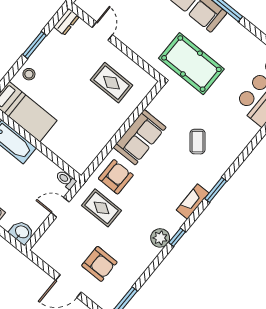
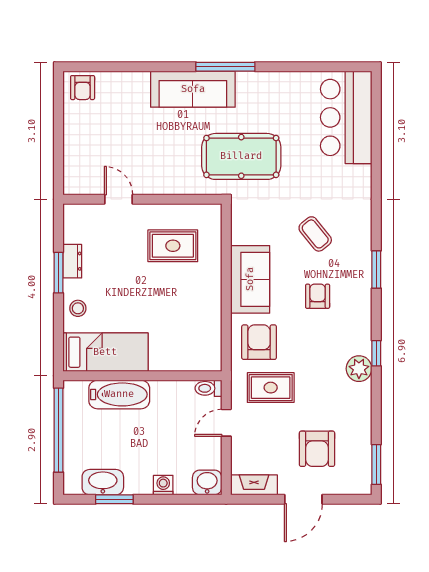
dresser: (66, 22) -> (72, 261), moved
armchair: (170, 178) -> (318, 296), added
fireplace: (193, 201) -> (254, 485), moved, turned 90
armchair: (99, 264) -> (317, 449), turned 90

